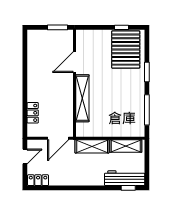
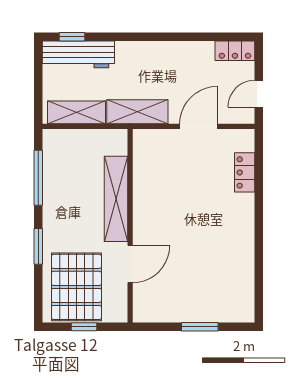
door: (75, 62) -> (130, 264), moved
wall: (75, 83) -> (130, 226), moved
shelving: (82, 98) -> (116, 199), moved

